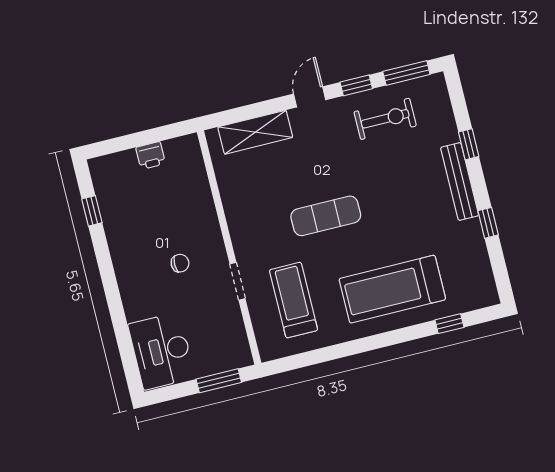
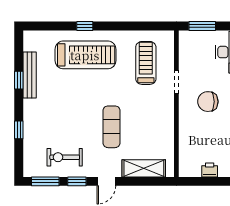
bench: (460, 181) -> (30, 75), moved
exercise mat: (326, 216) -> (111, 127), moved, turned 90
chair: (180, 263) -> (208, 102), width x1.87, depth x1.87
treadmill: (294, 300) -> (146, 63), turned 180
window: (449, 324) -> (85, 26), moved

